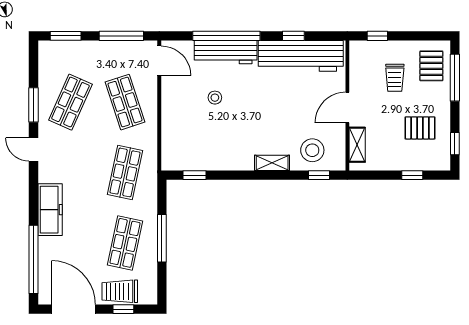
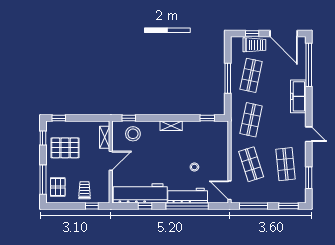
trolley: (395, 78) -> (85, 190), moved
shop shelf: (70, 102) -> (286, 164), turned -30
window: (34, 105) -> (309, 178), moved
pallet: (420, 128) -> (65, 148), width x1.50, depth x1.42
shelving: (272, 163) -> (171, 126), moved
window: (412, 175) -> (59, 118), moved

